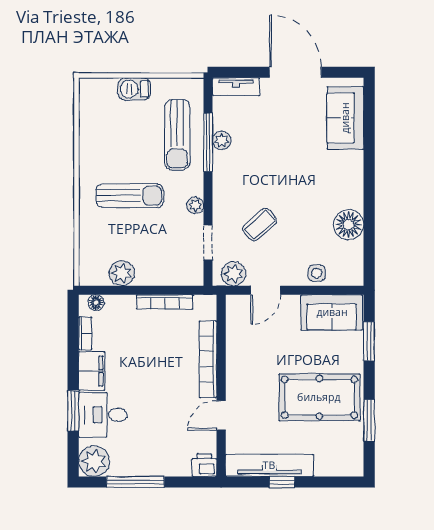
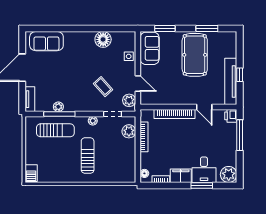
barbecue: (134, 89) -> (31, 173), moved
plant: (122, 273) -> (129, 131), moved
window: (135, 482) -> (240, 135), moved

